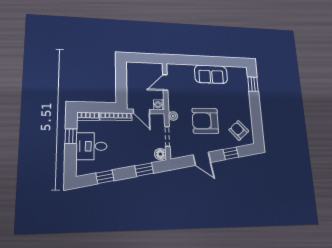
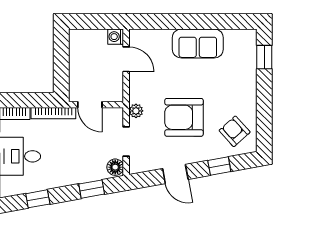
door: (165, 82) -> (126, 59), swing flipped
washing machine: (159, 105) -> (116, 37), moved

